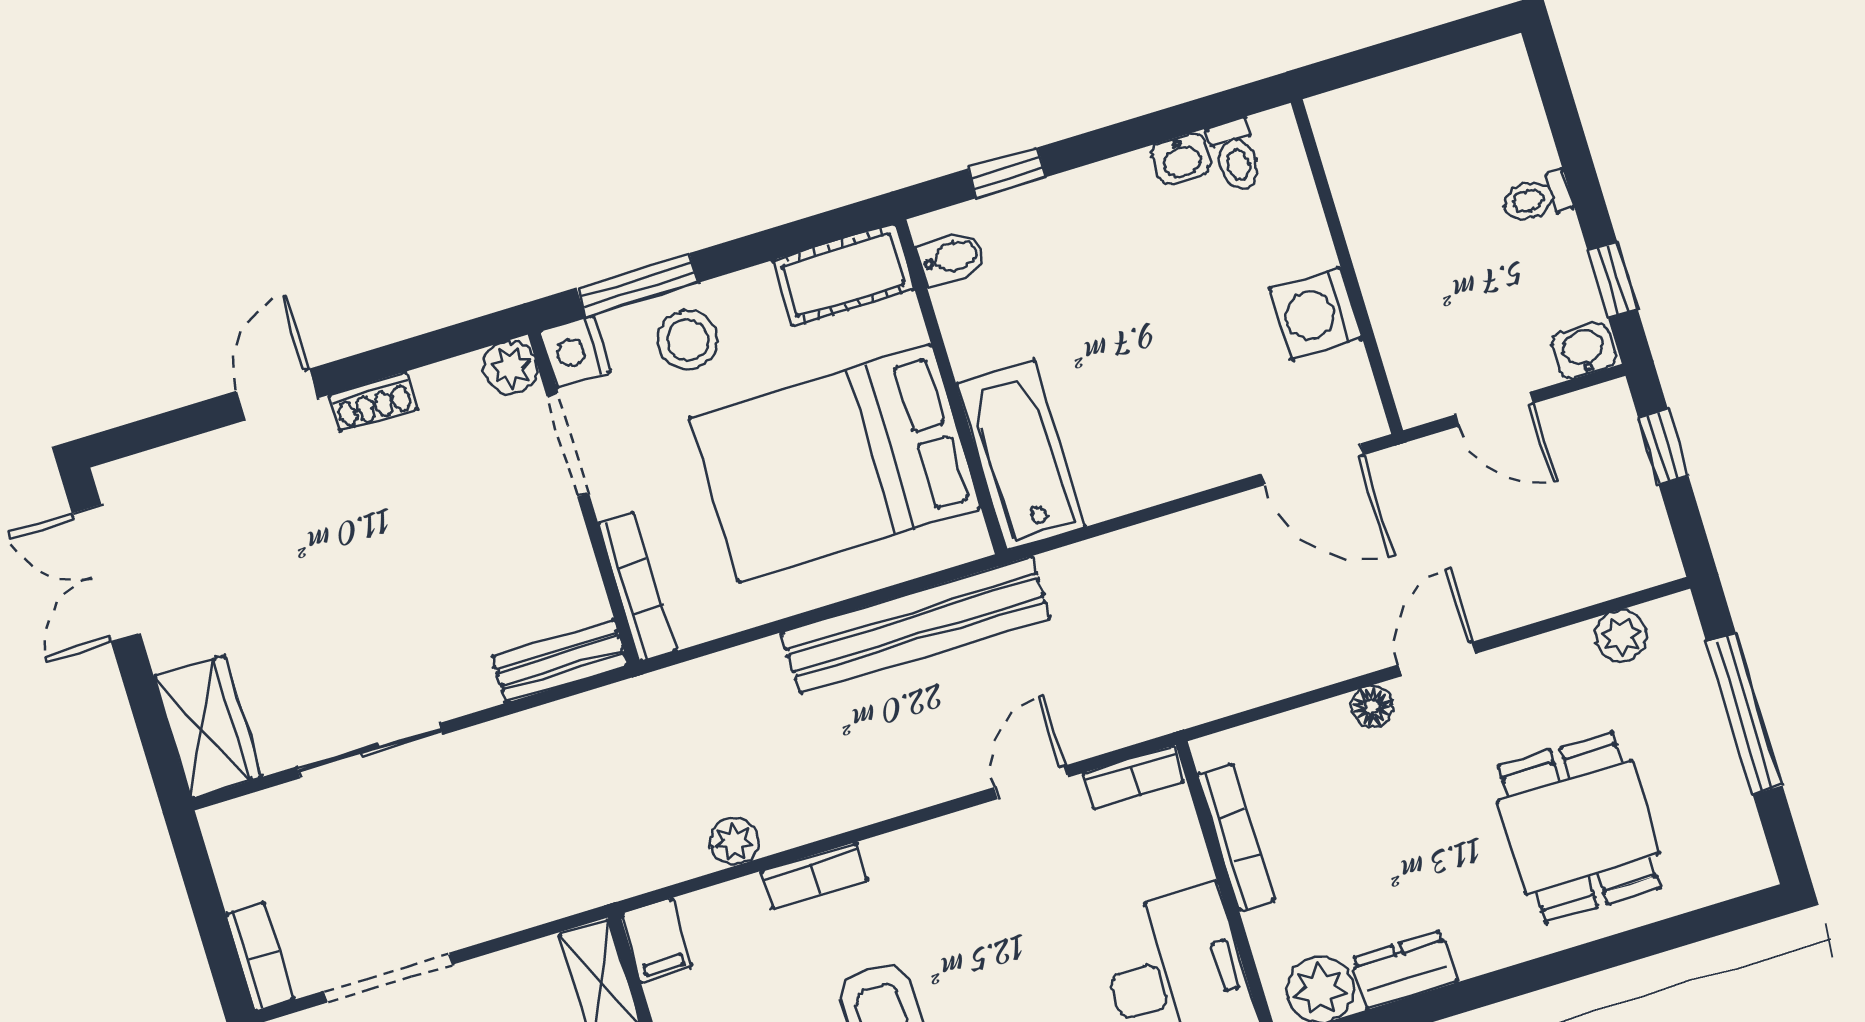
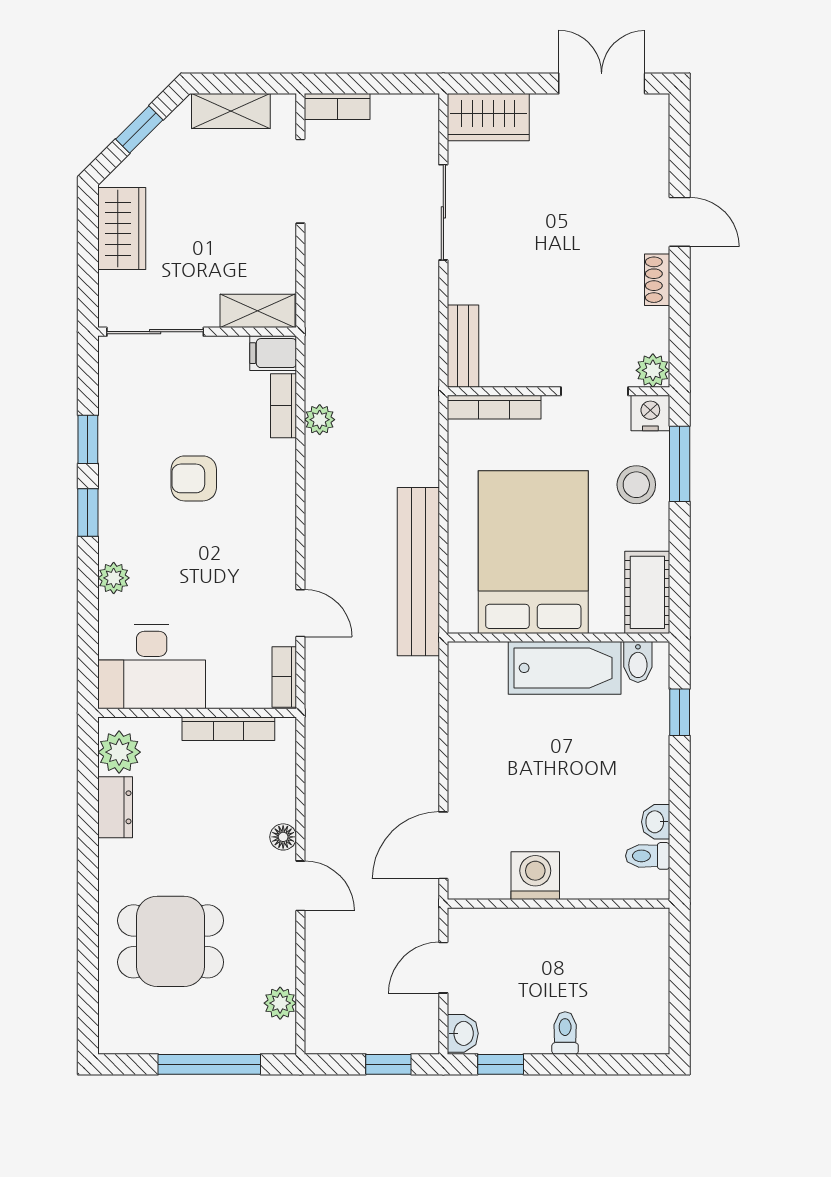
bathtub: (1021, 455) -> (565, 668), moved
bookcase: (814, 876) -> (284, 406), moved

